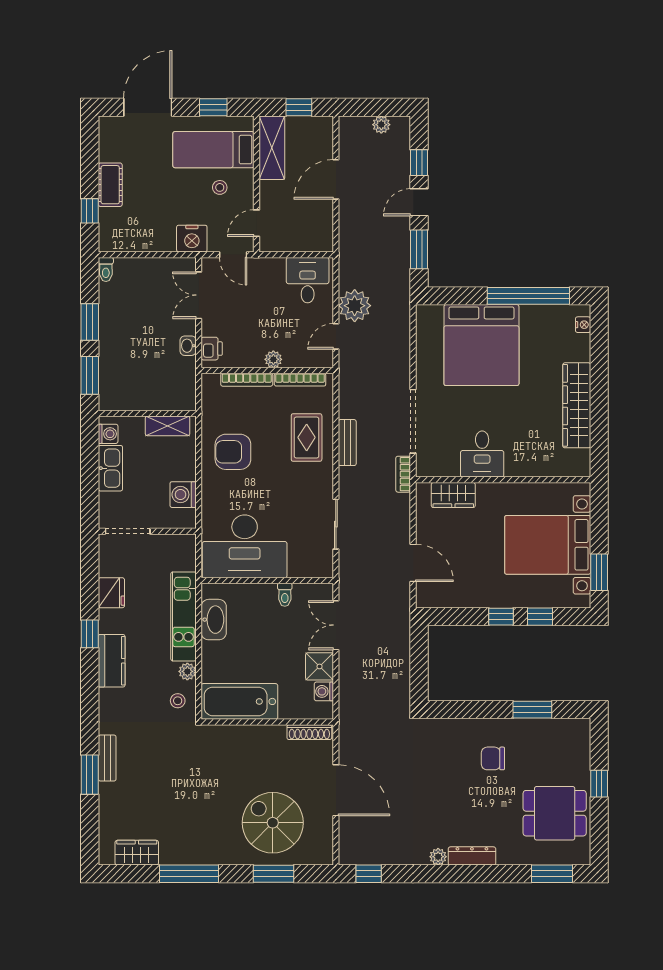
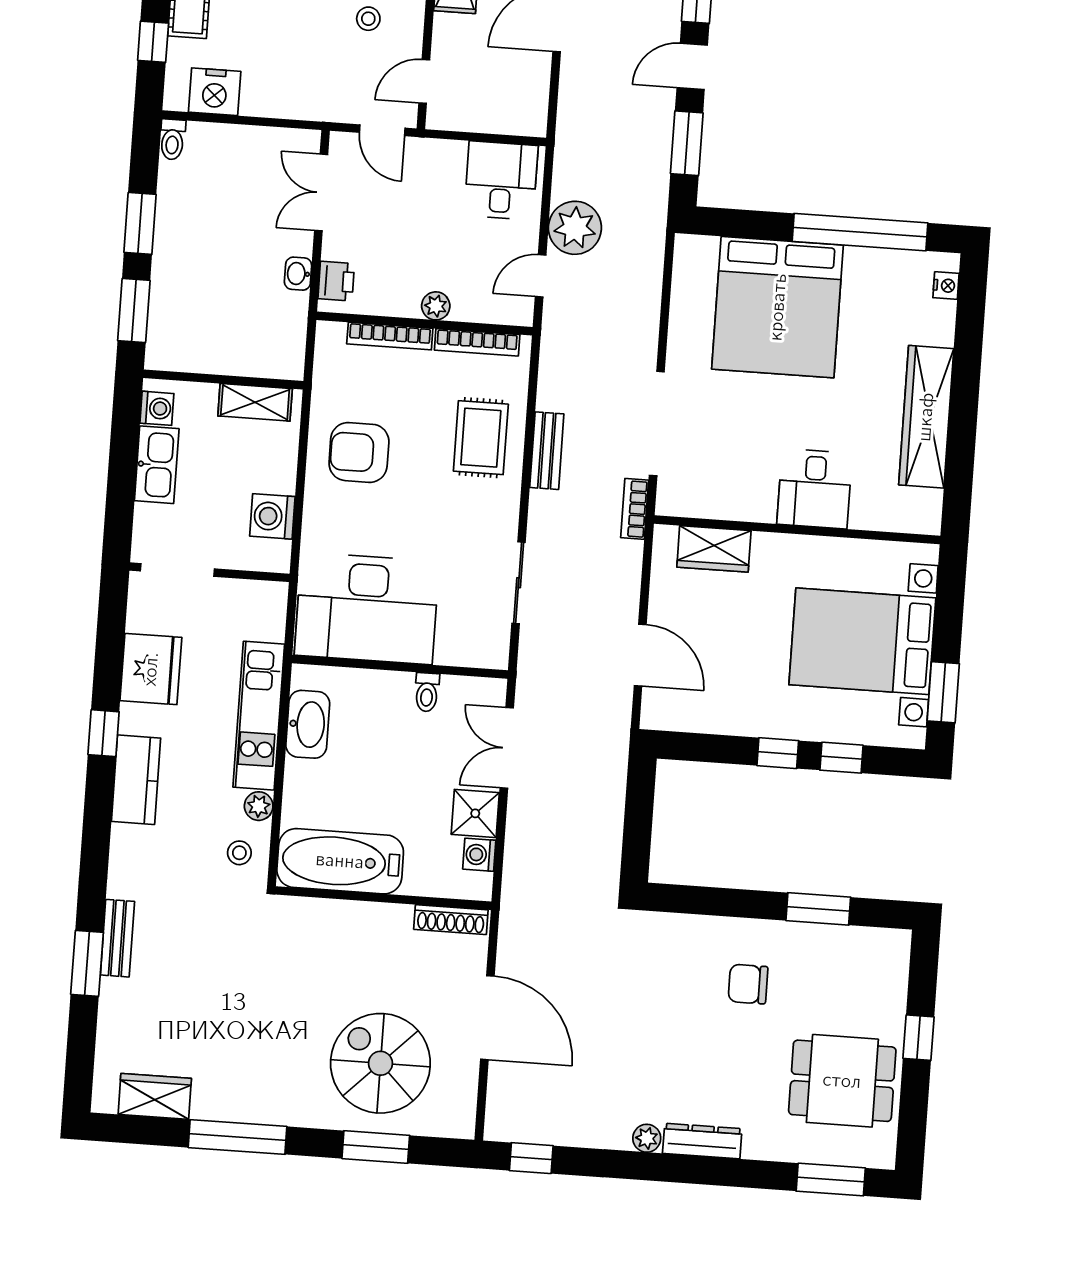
nightstand: (192, 239) -> (215, 92), moved
desk: (482, 454) -> (815, 489), moved
fridge: (111, 593) -> (151, 669), width x1.36, depth x1.34

